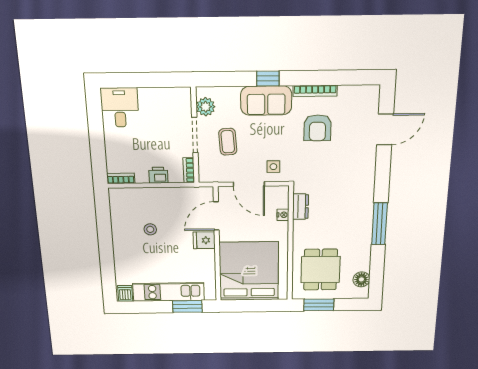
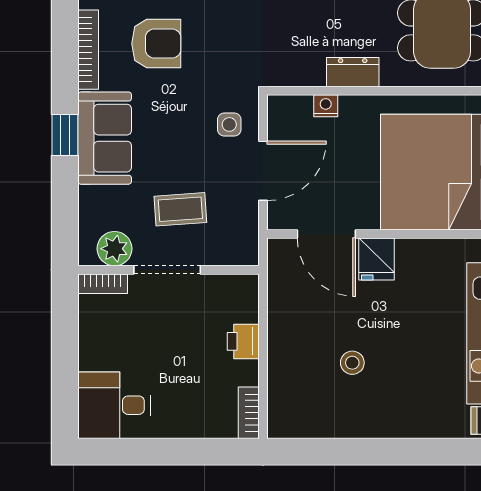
bookcase: (189, 170) -> (103, 284), moved
dresser: (301, 207) -> (353, 72), moved

